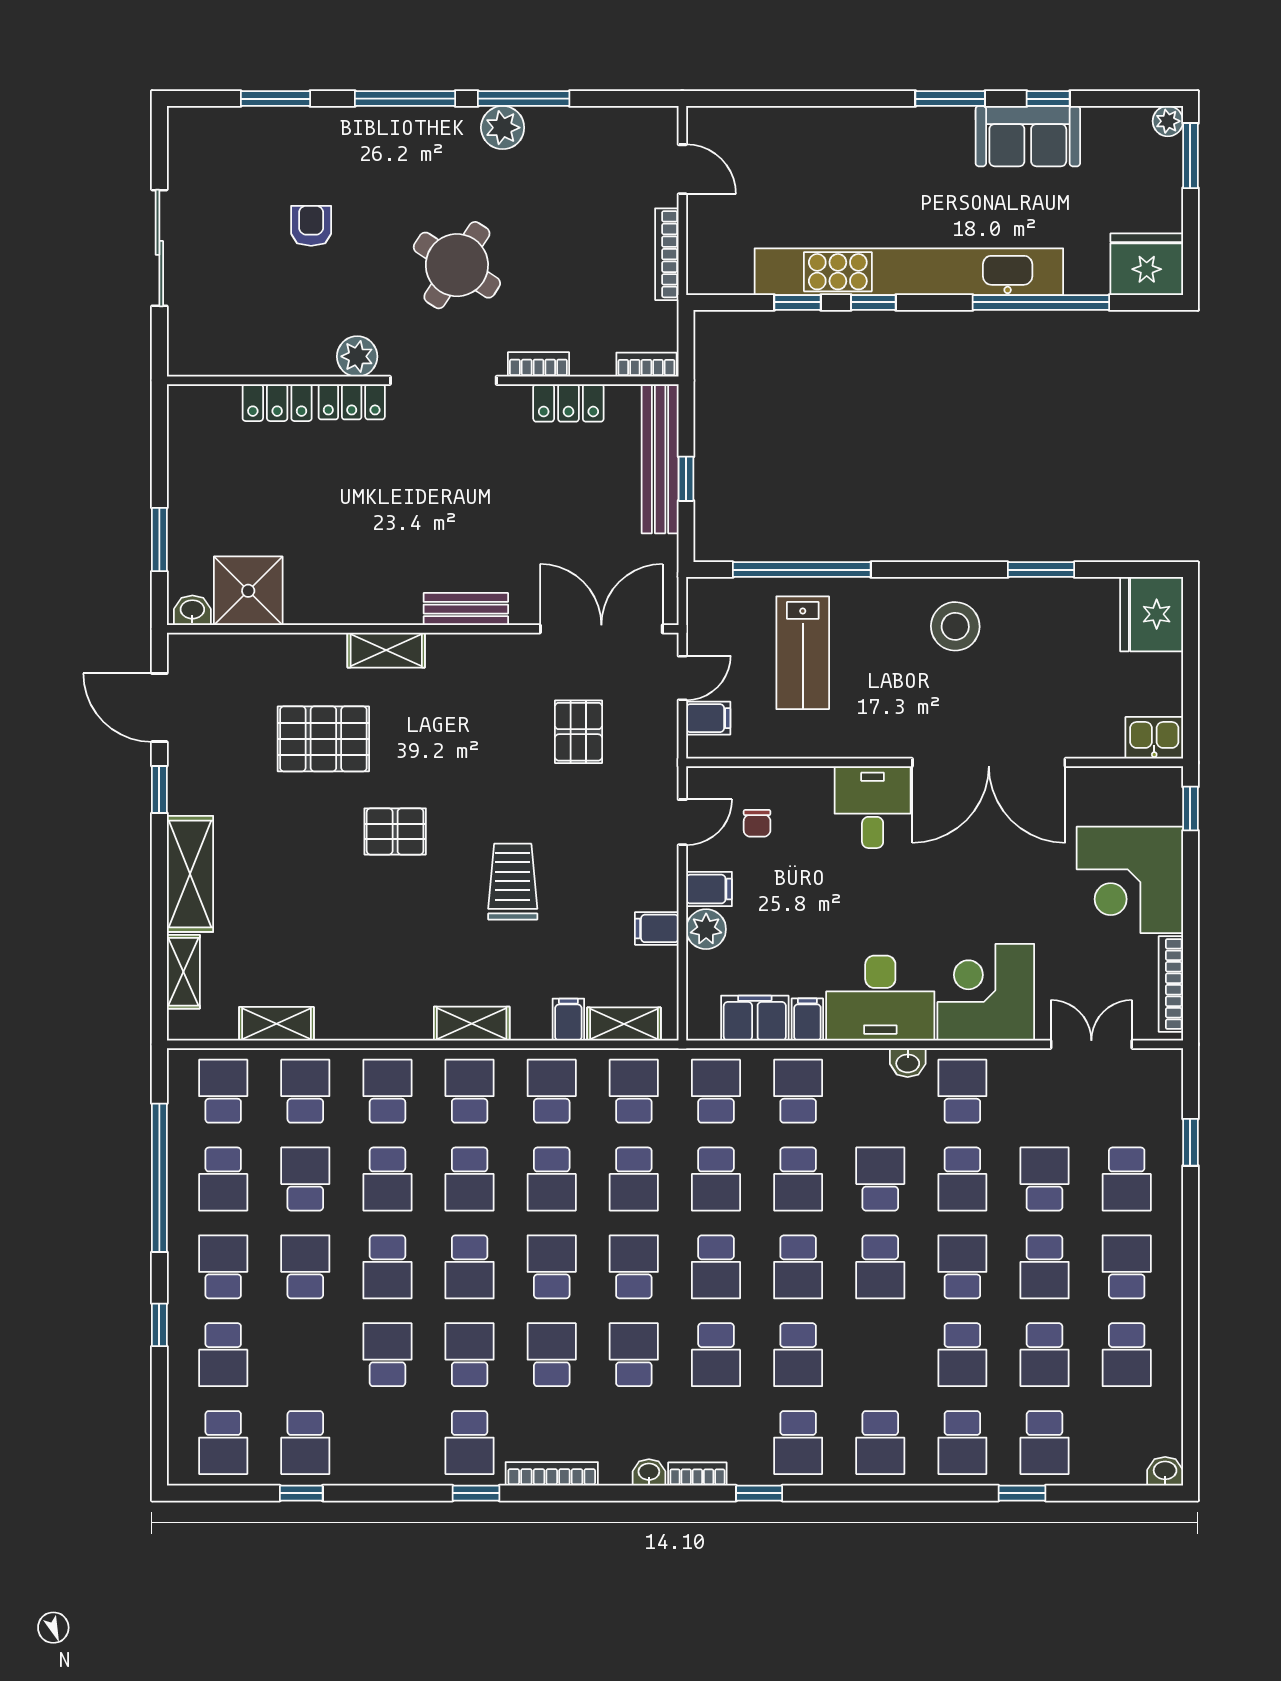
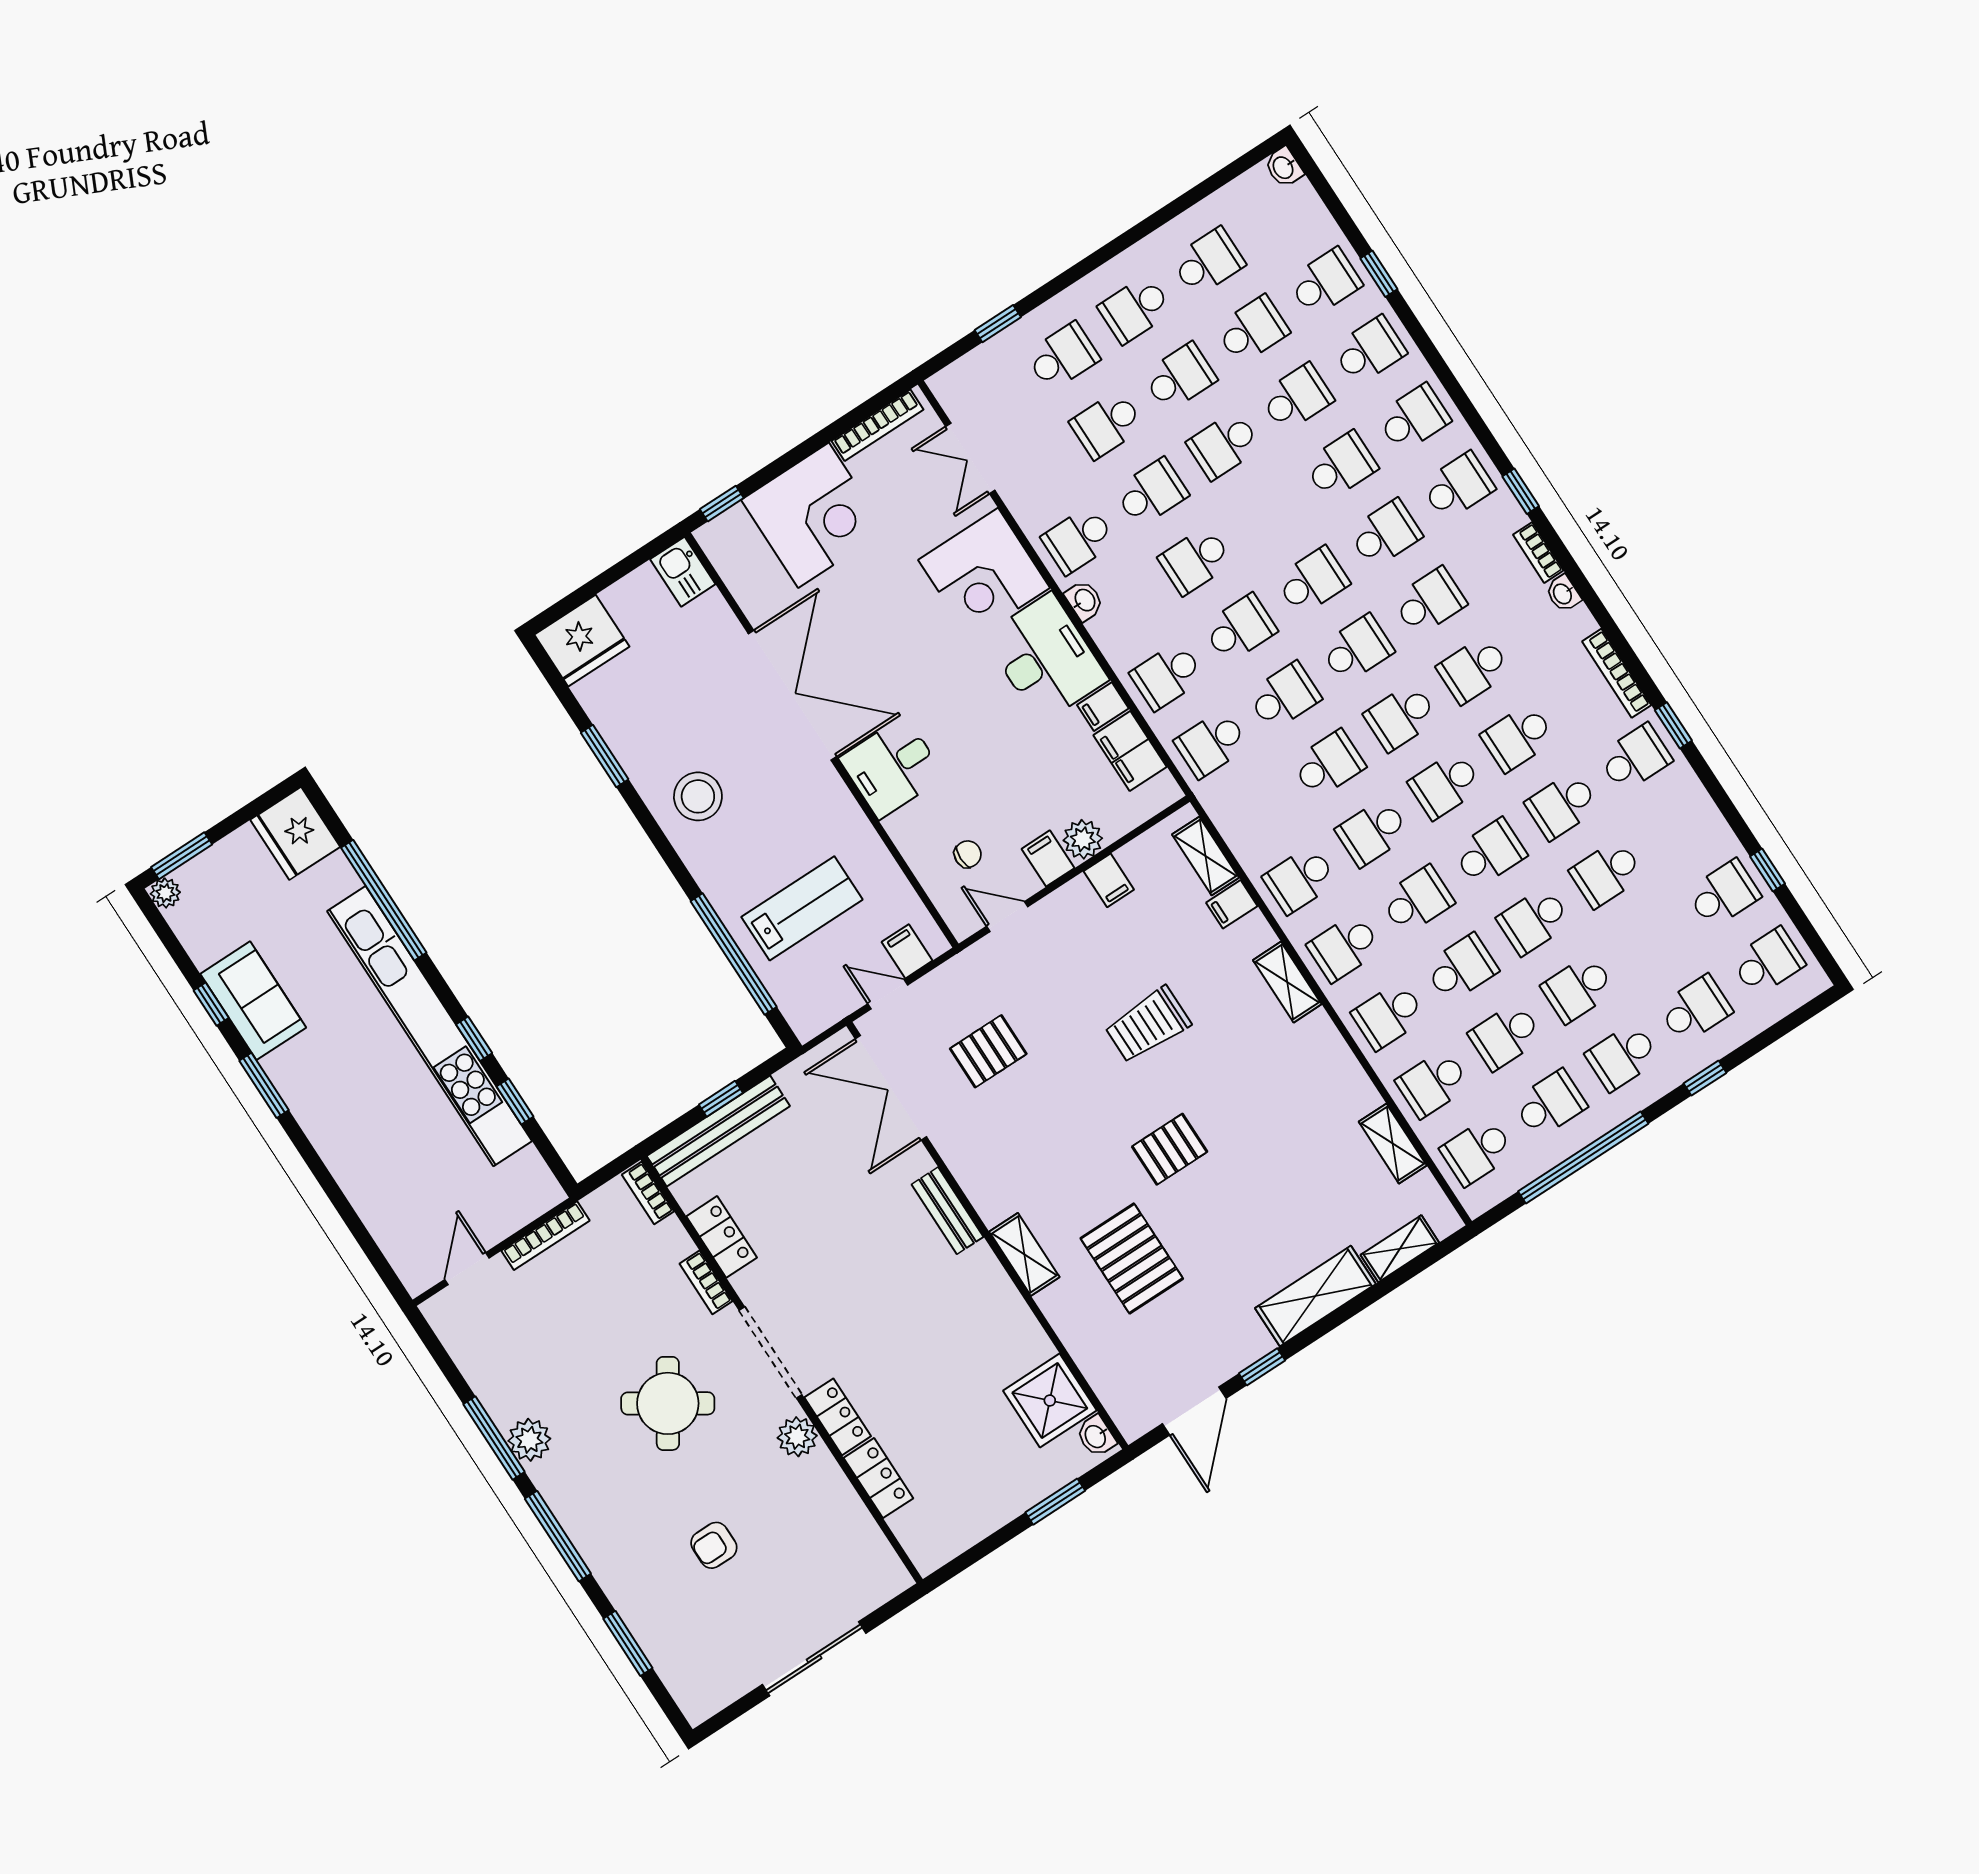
pallet: (395, 831) -> (1170, 1149), turned 90
school desk: (634, 1091) -> (1256, 812), removed
school desk: (552, 1179) -> (1373, 832), turned 180
school desk: (387, 1267) -> (1534, 921), turned 180
school desk: (880, 1267) -> (1341, 466), moved

